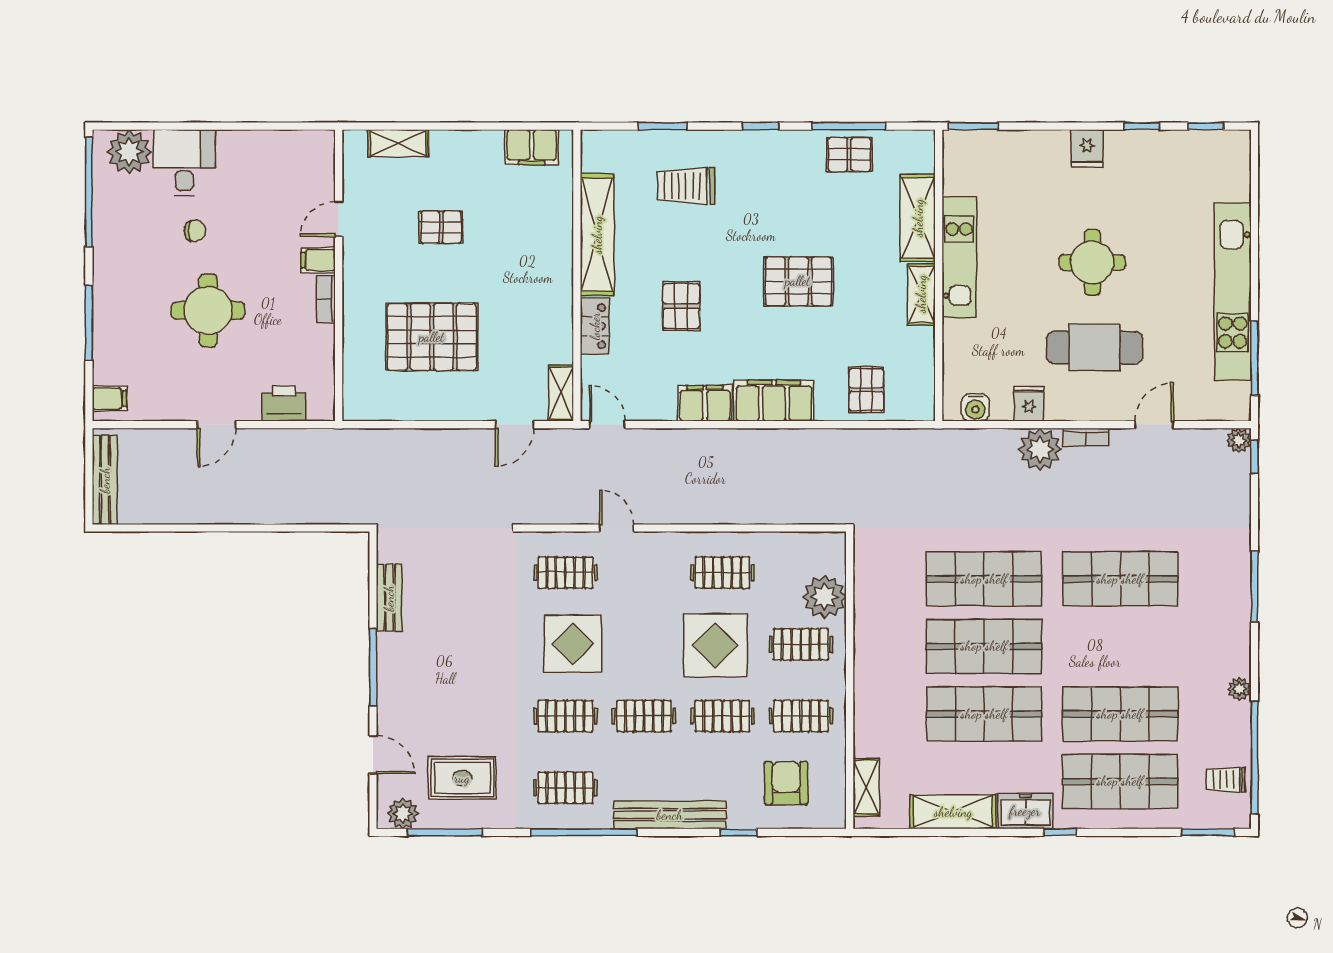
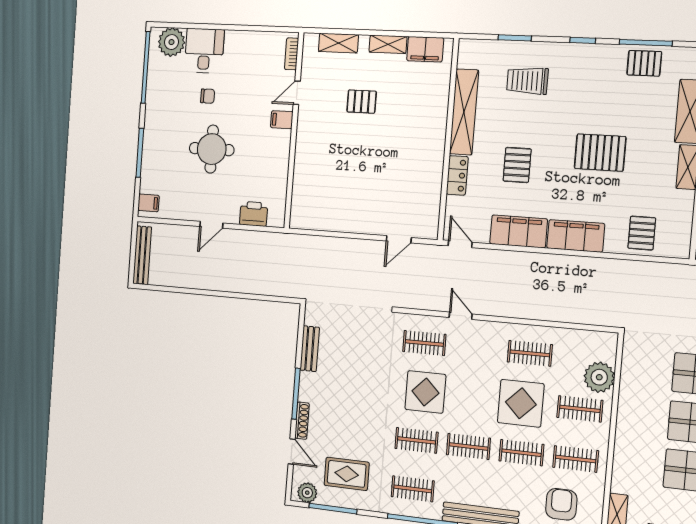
bookcase: (326, 299) -> (292, 54), moved
pallet: (432, 337) -> (350, 176), removed
shelving: (561, 393) -> (388, 44), moved, turned 90
filing cabinet: (705, 403) -> (519, 231), width x1.50, depth x1.17
shoe rack: (386, 707) -> (302, 421), added

